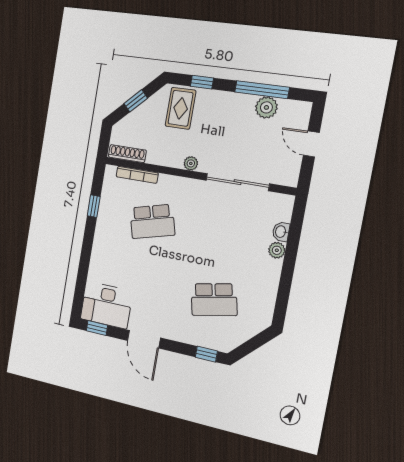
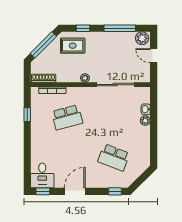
window: (136, 101) -> (43, 45), width x2.17
plant: (266, 107) -> (142, 38), moved
rug: (181, 108) -> (73, 46), turned 90
school desk: (214, 300) -> (114, 157), turned 33
desk: (106, 305) -> (42, 175), width x0.73
door: (144, 339) -> (75, 191), swing flipped

